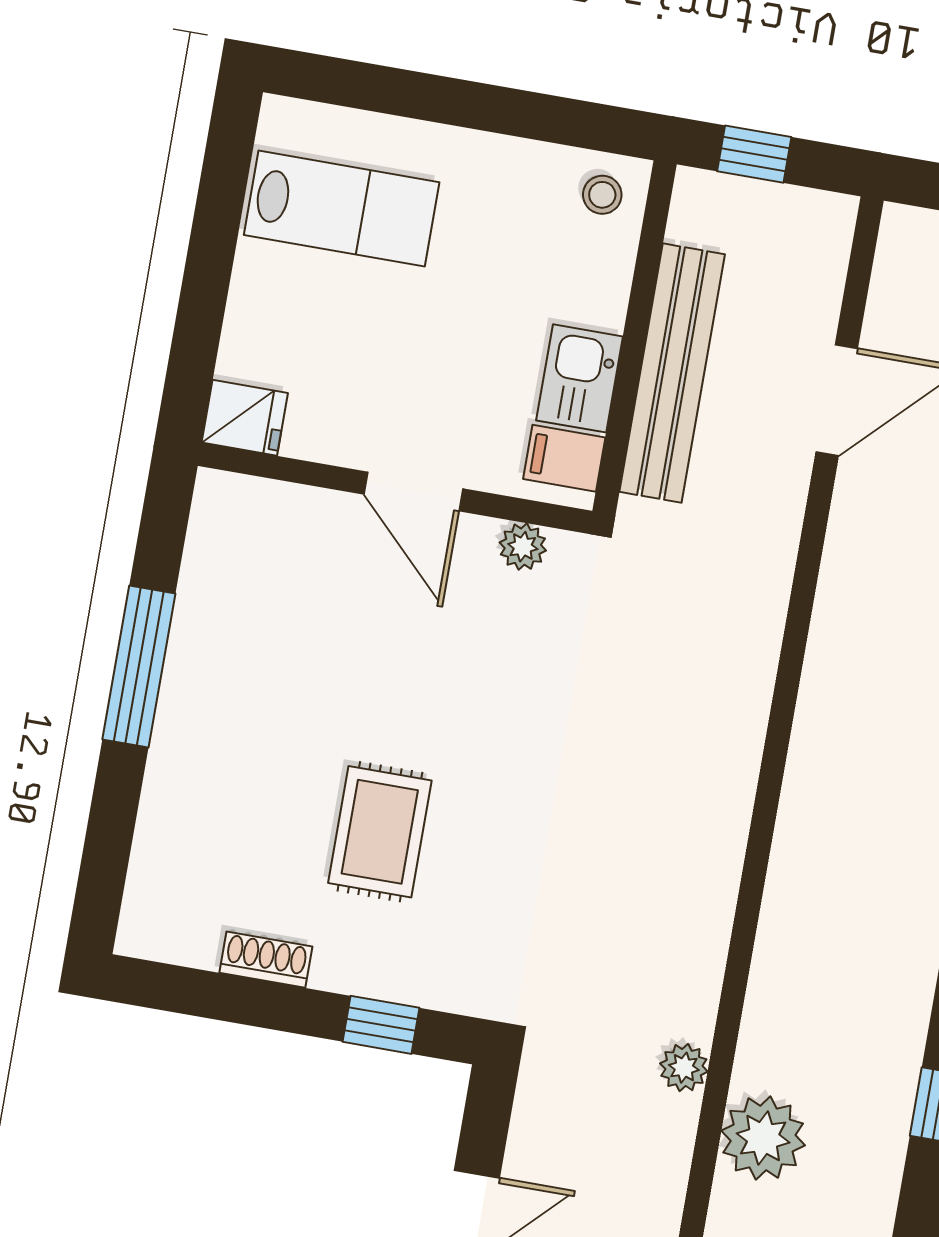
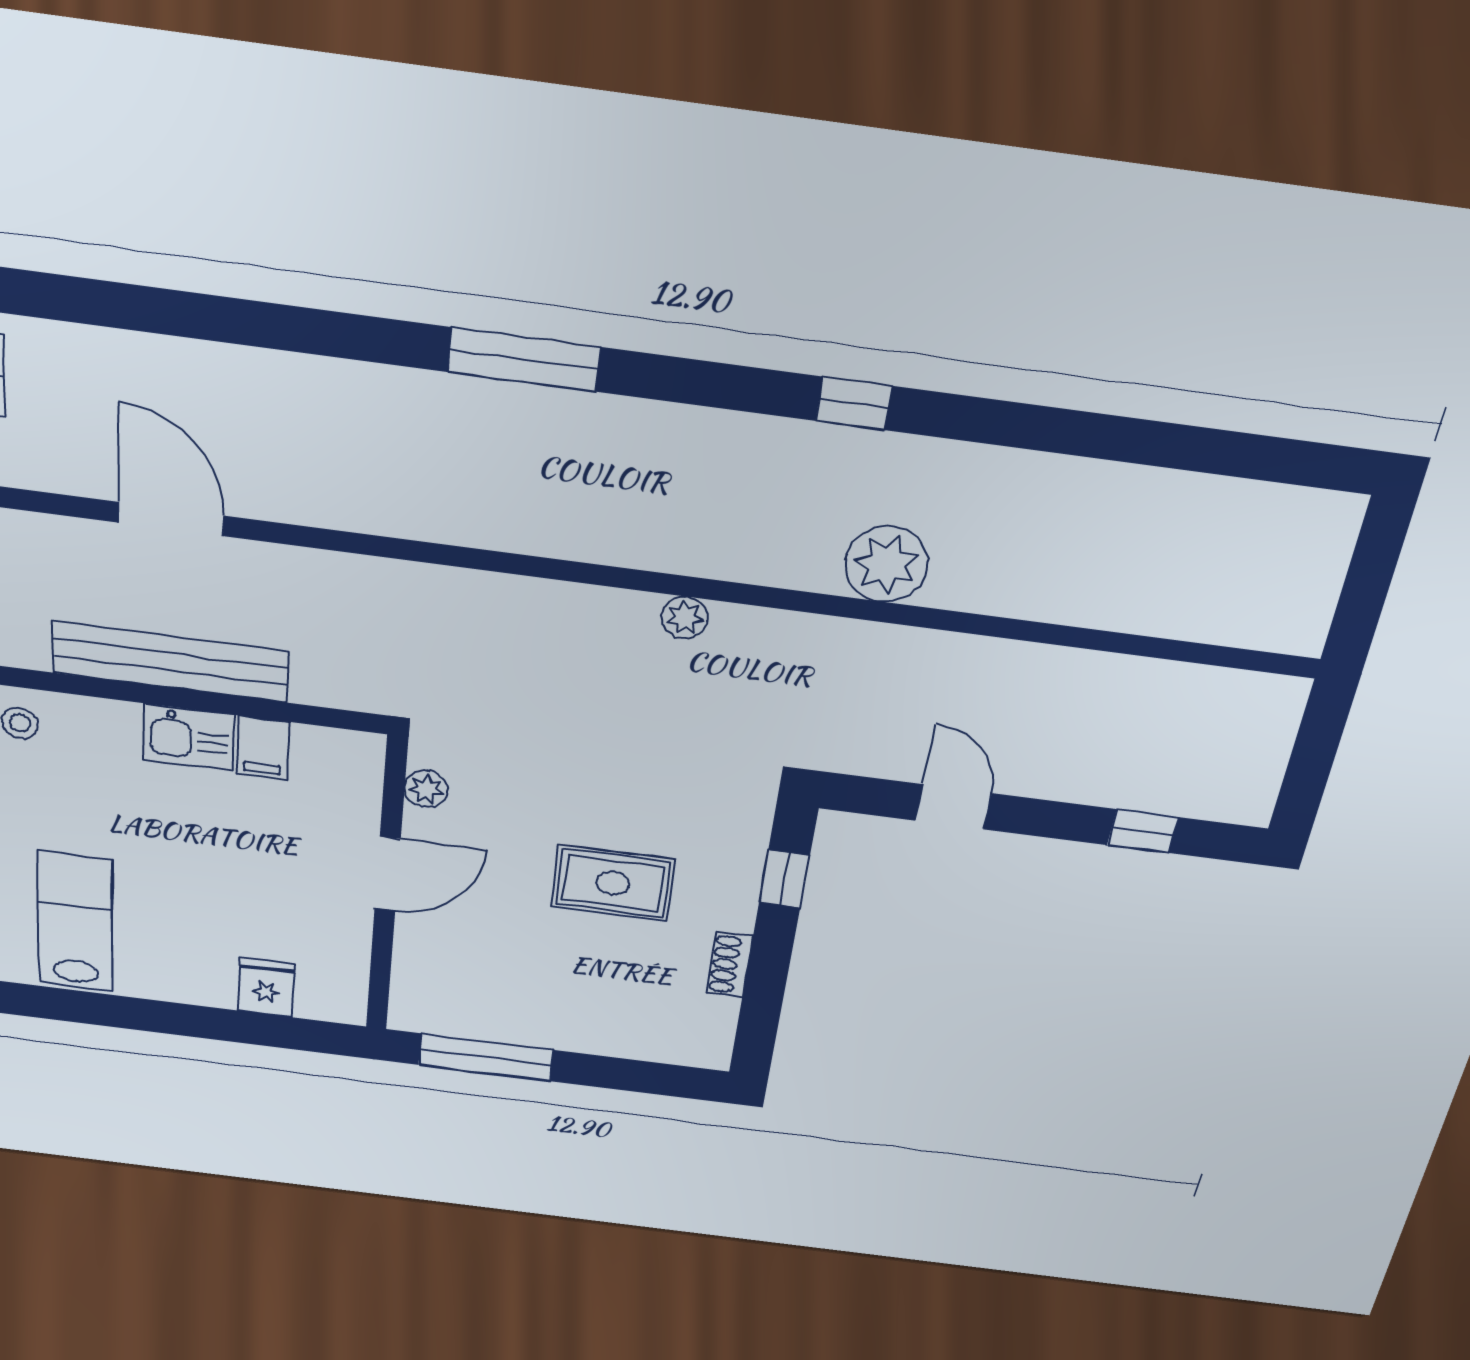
wall: (395, 488) -> (387, 887), moved
door: (413, 492) -> (388, 874), moved
plant: (523, 547) -> (426, 789), moved
plant: (684, 1068) -> (685, 618), moved

